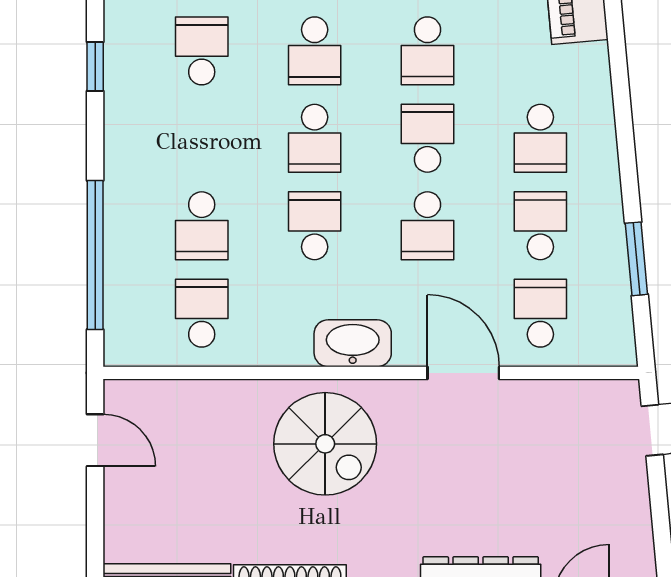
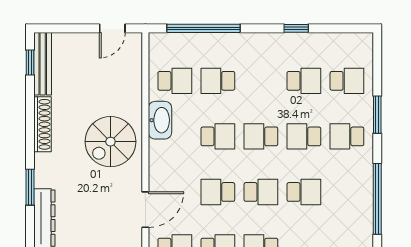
school desk: (427, 51) -> (304, 192), turned 180
washbasin: (353, 343) -> (160, 120), moved

